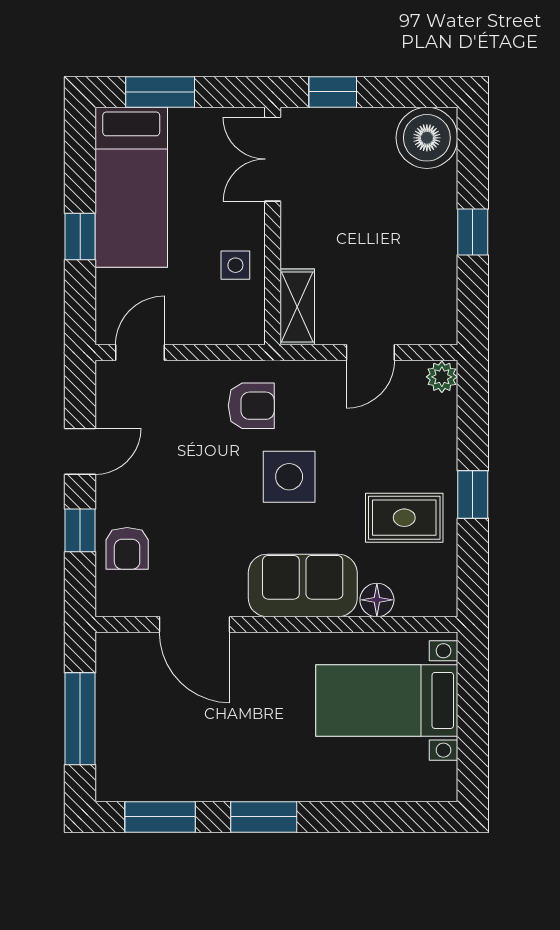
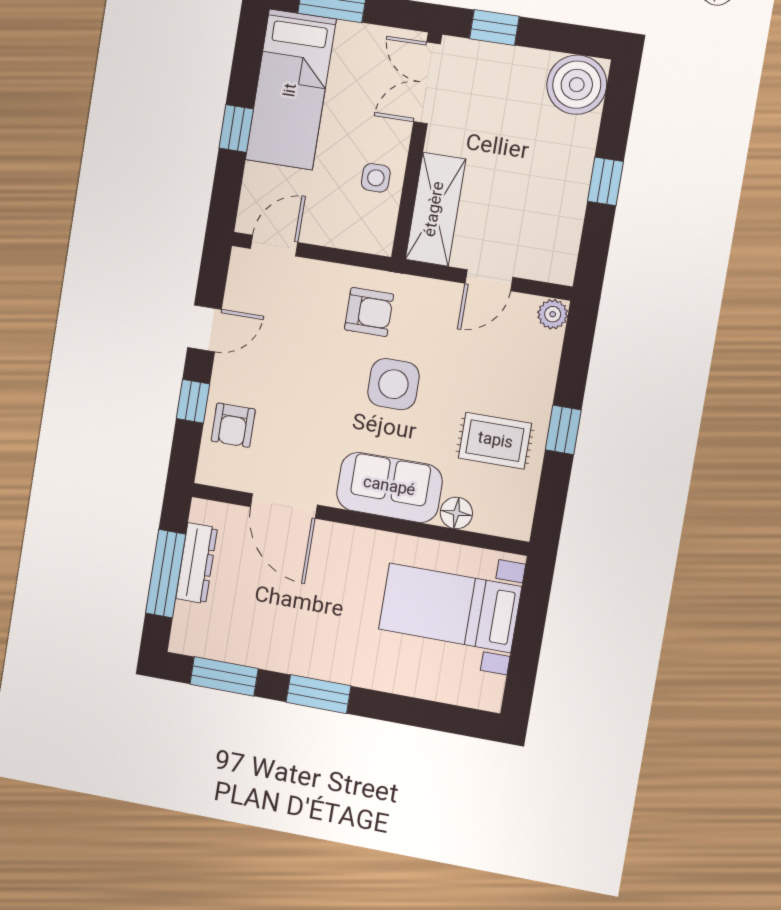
shelving: (297, 307) -> (435, 209), width x1.50, depth x1.33
dresser: (111, 702) -> (197, 563), added

